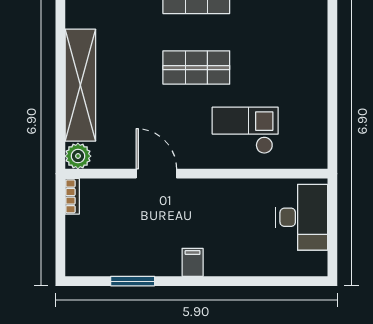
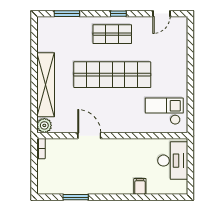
shop shelf: (196, 68) -> (112, 75), width x2.00, depth x1.36
checkout: (245, 130) -> (164, 111), moved
filing cabinet: (193, 262) -> (140, 186), moved

